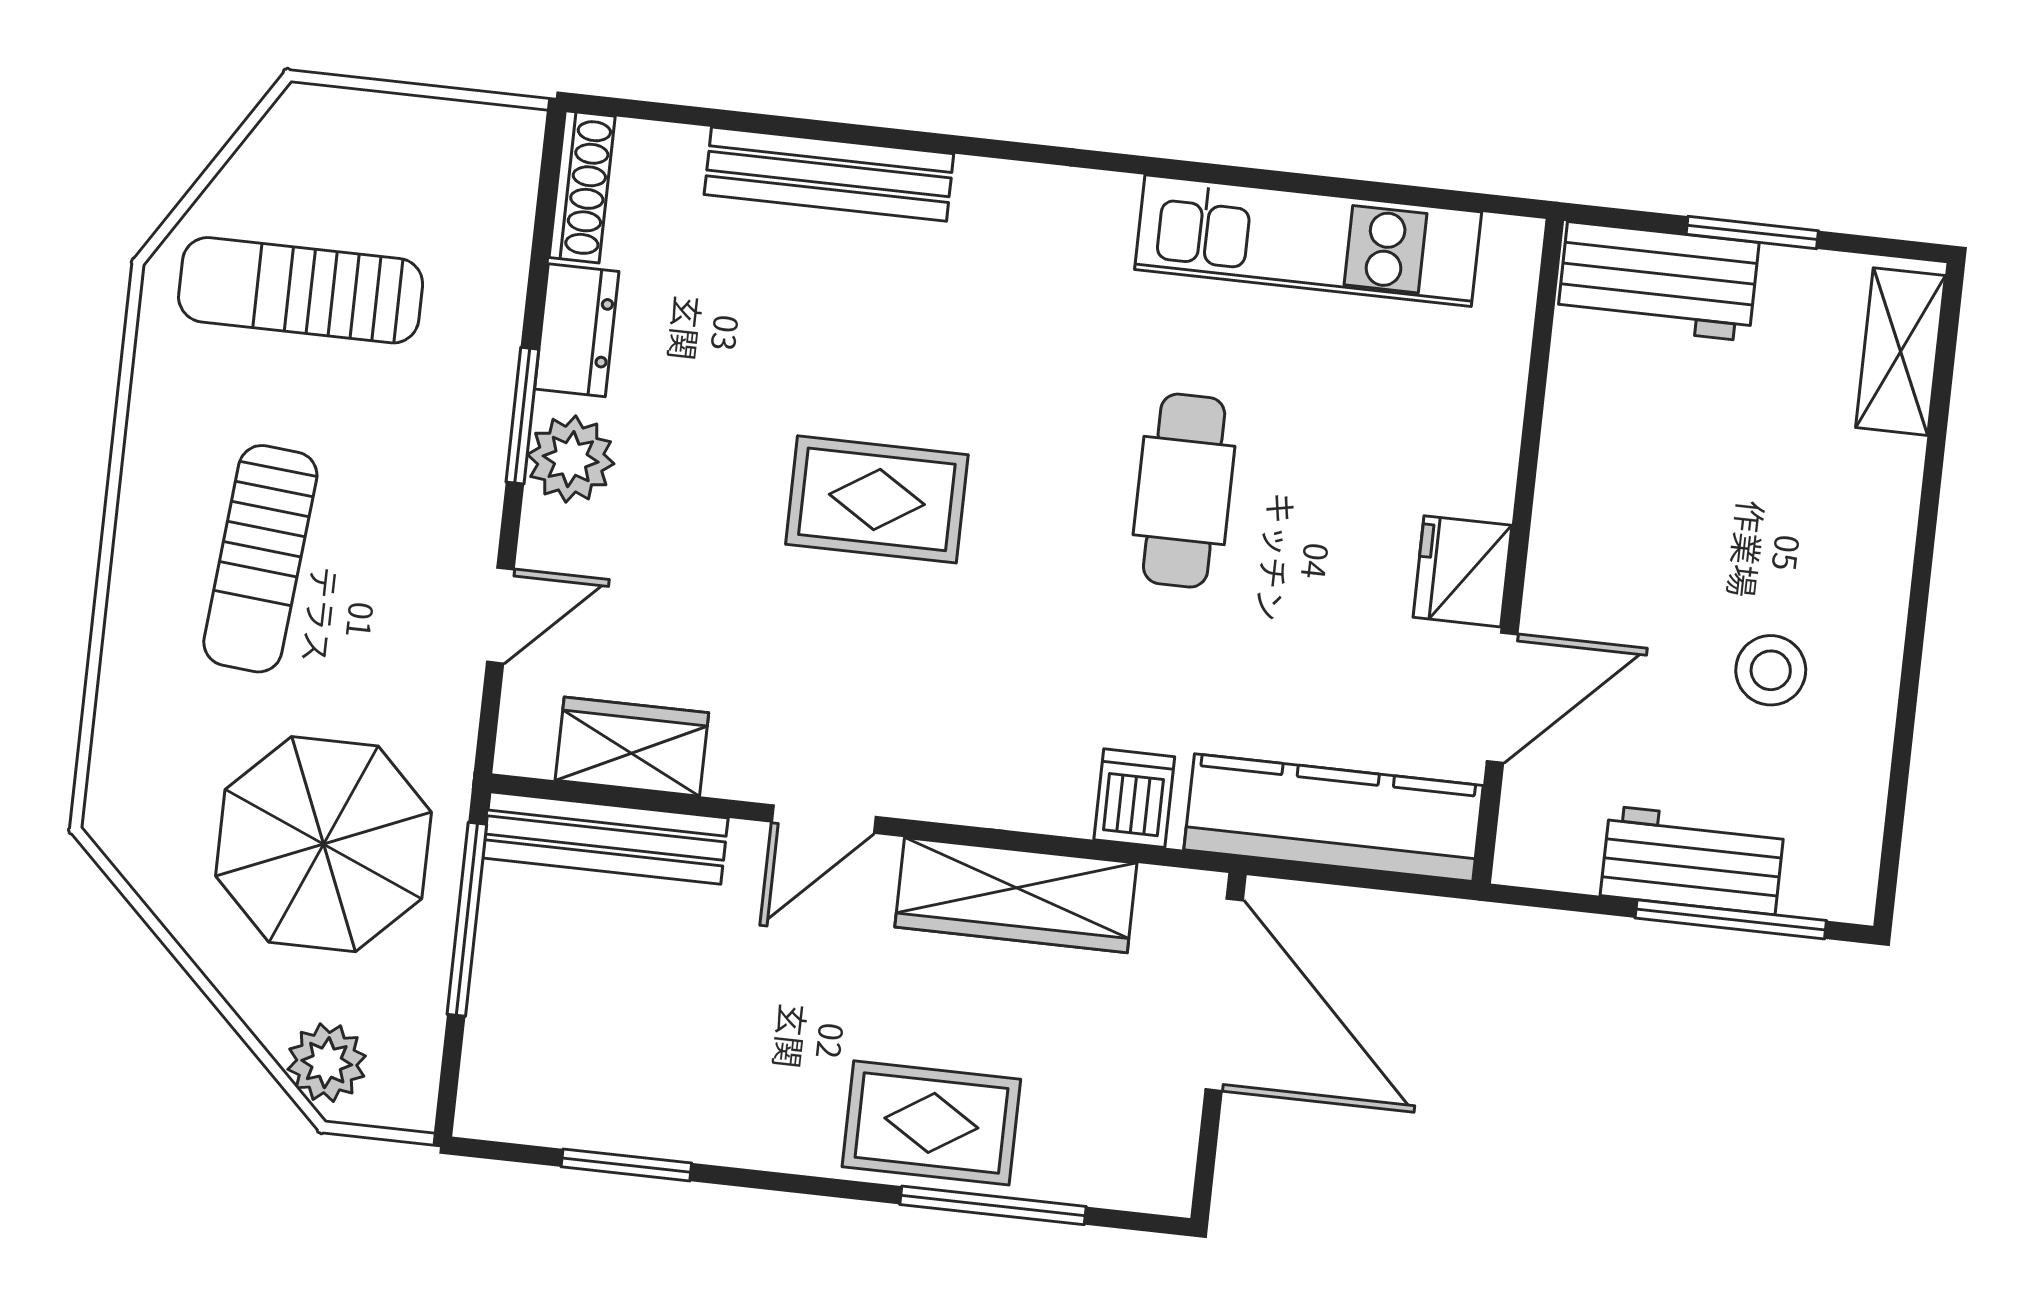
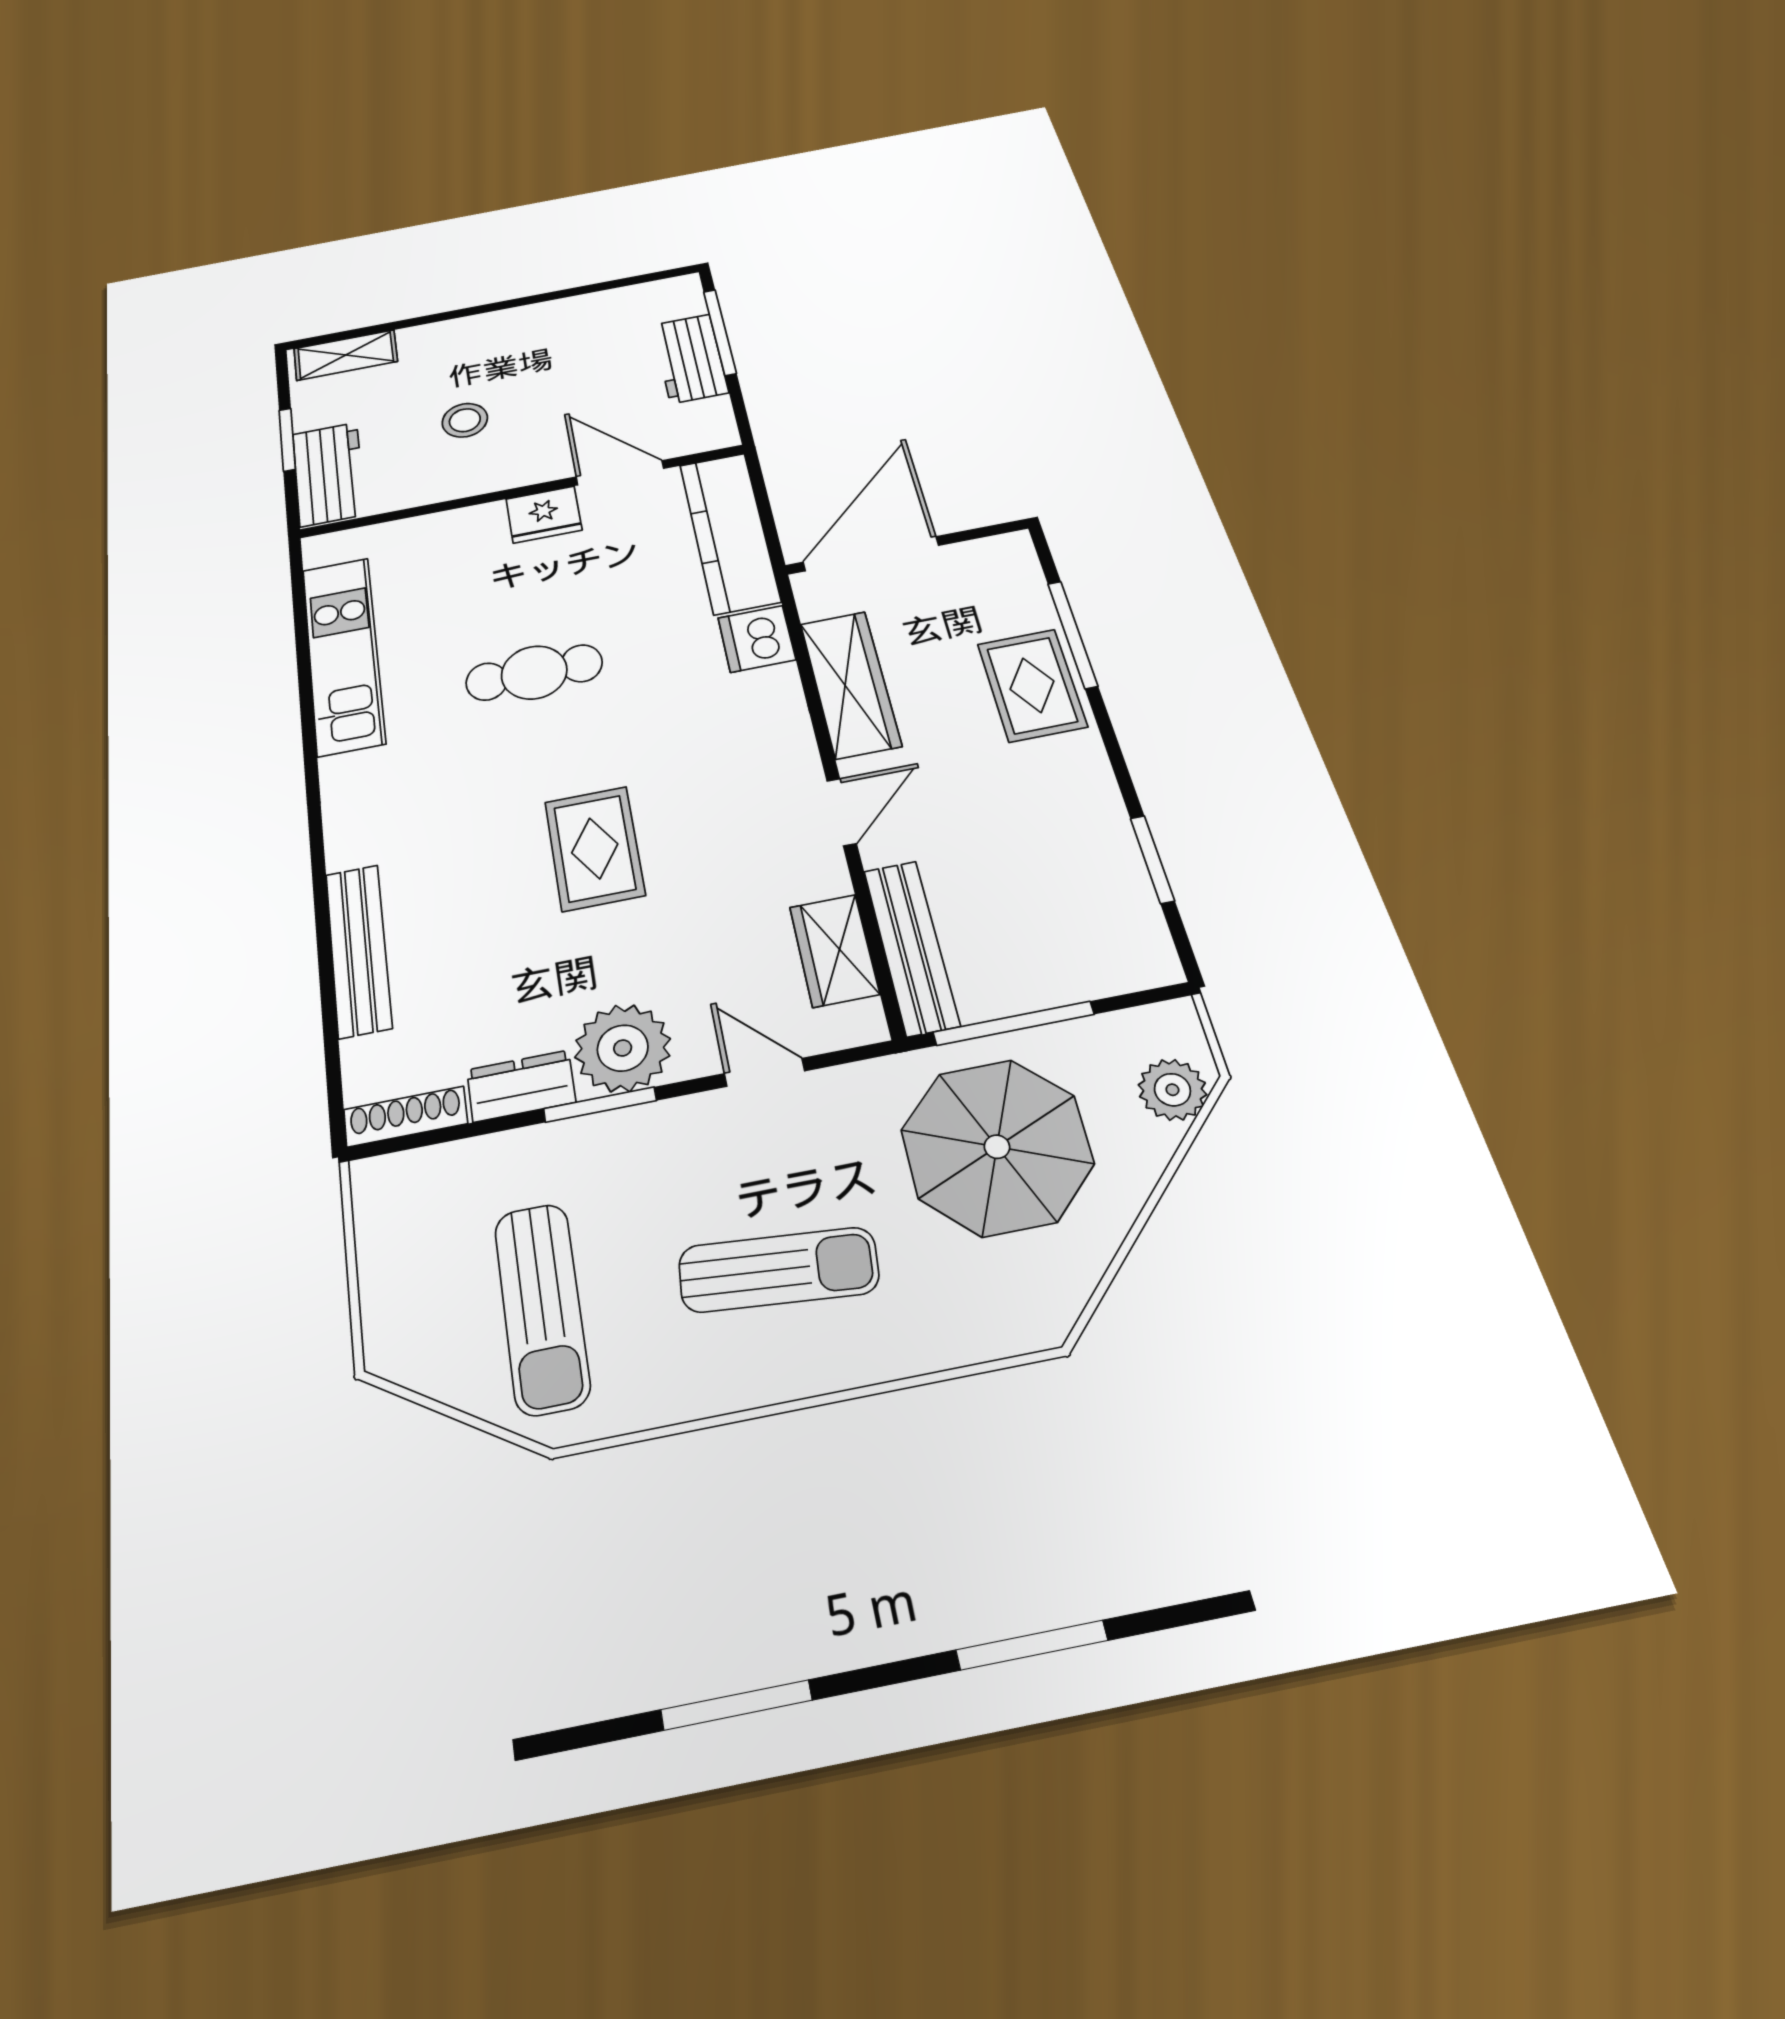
plant: (571, 459) -> (623, 1048), width x1.36, depth x1.36
stool: (1771, 670) -> (465, 420), moved
dishwasher: (1134, 798) -> (757, 639), width x1.38
door: (824, 819) -> (841, 812), hinge flipped

